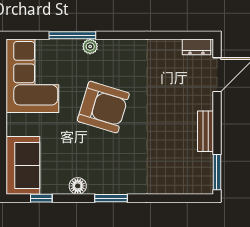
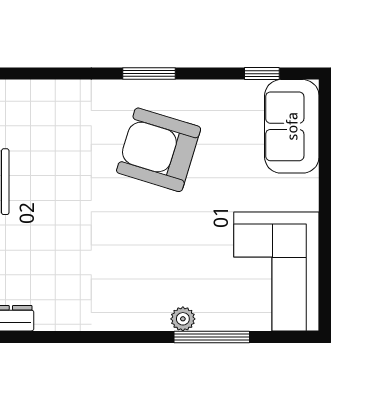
armchair: (103, 107) -> (159, 150), moved
floor lamp: (78, 186) -> (203, 93), removed

